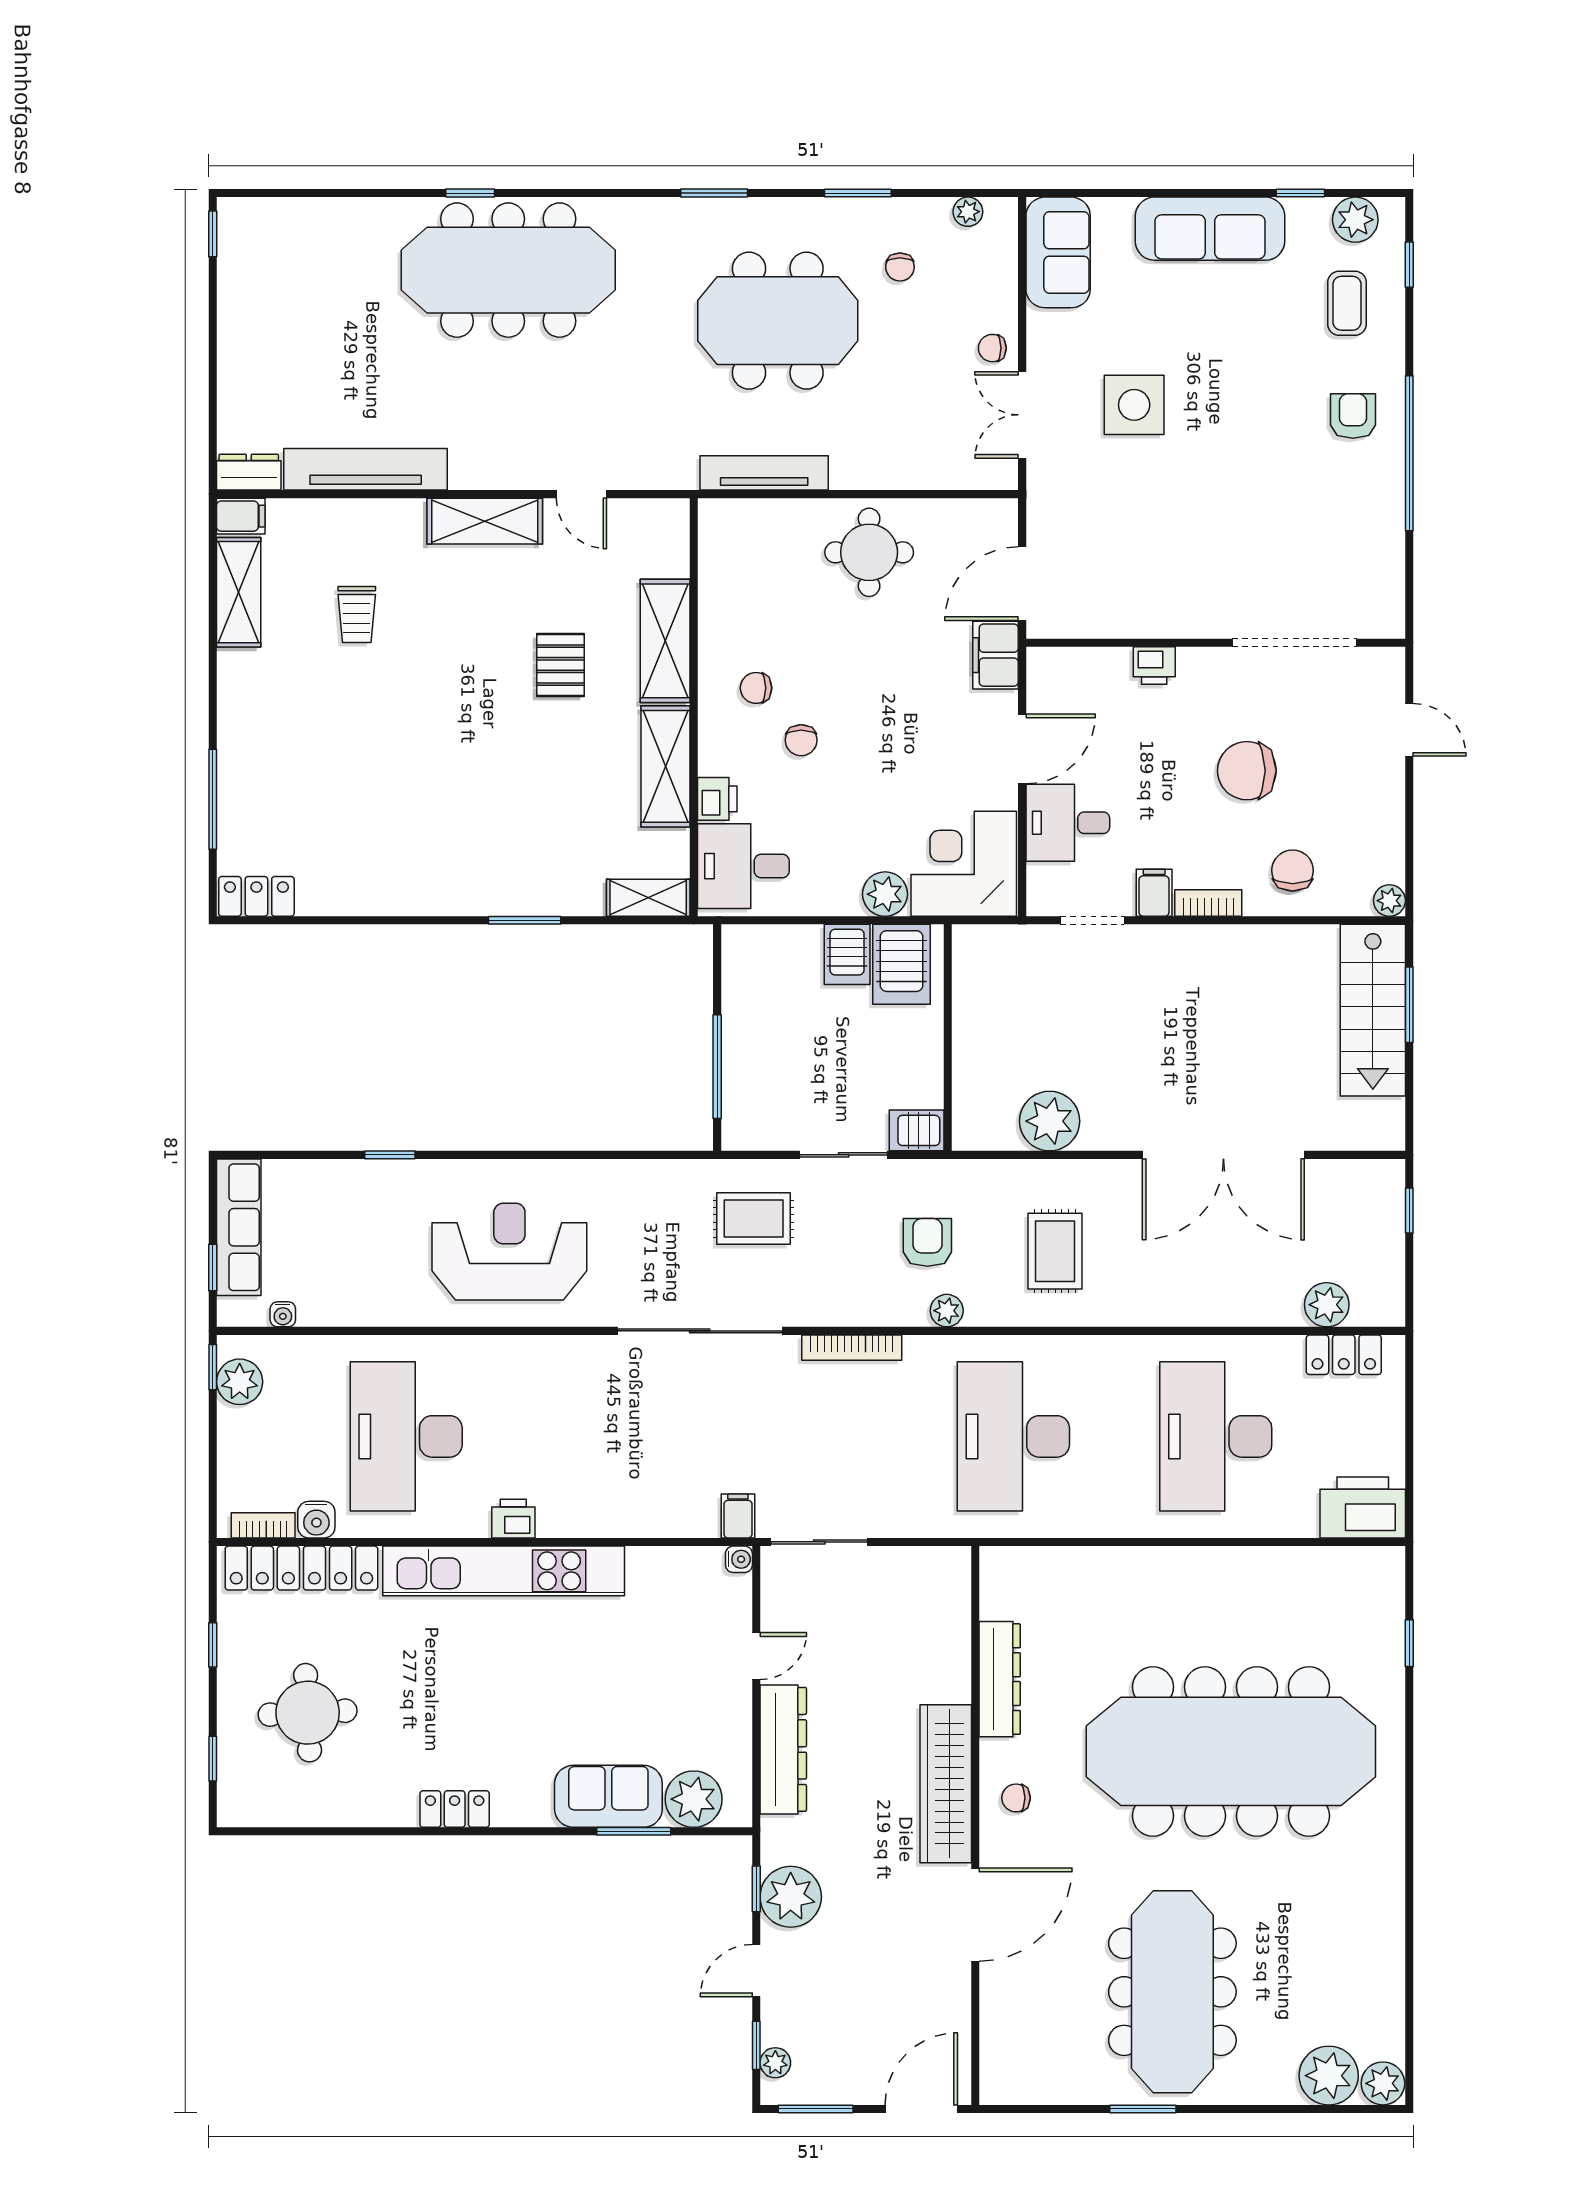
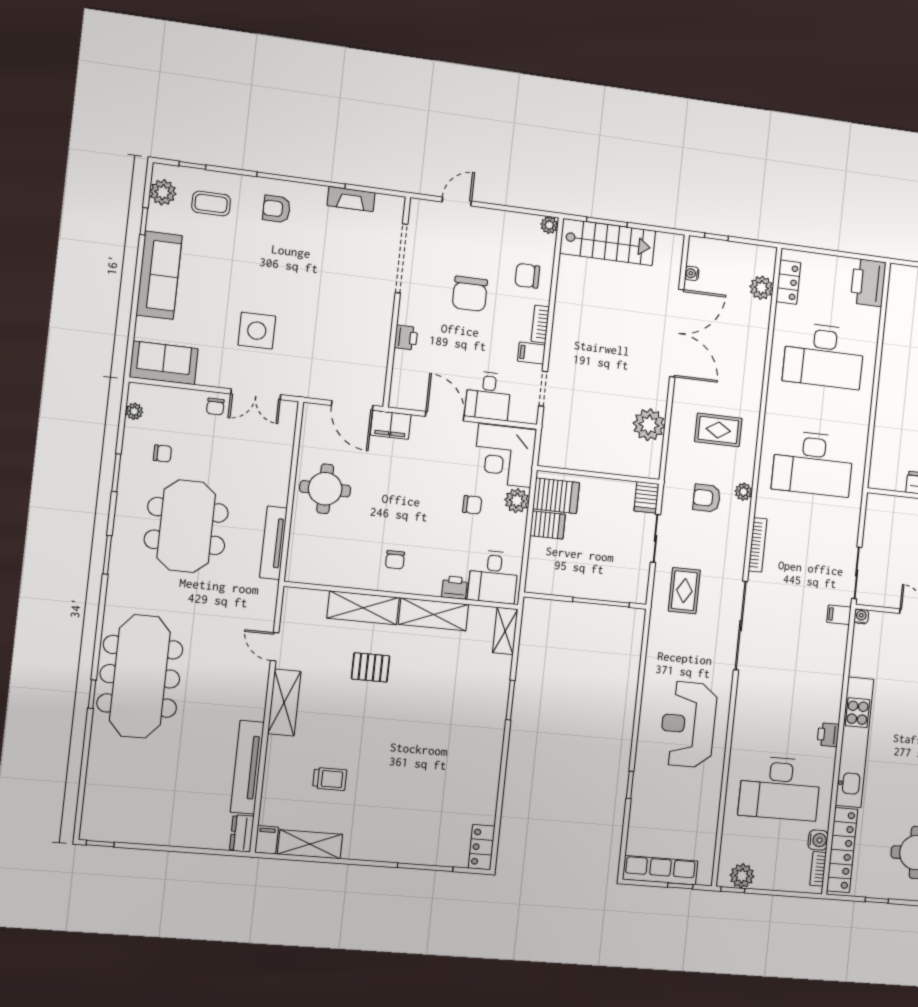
door: (581, 494) -> (275, 647), swing flipped
fireplace: (1388, 543) -> (351, 199), added
chair: (801, 740) -> (472, 505), moved
water cooler: (283, 1314) -> (692, 273), moved, turned 180

